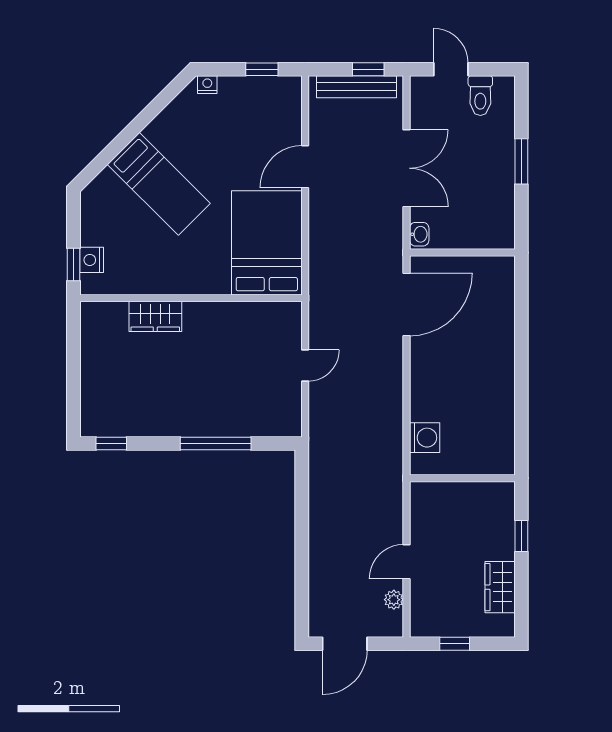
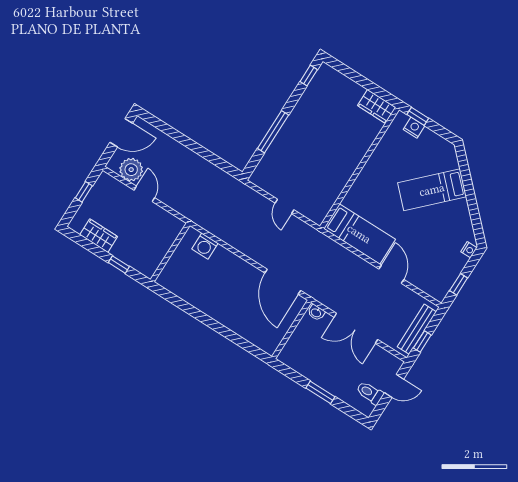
bed: (267, 243) -> (359, 234), width x0.67
wardrobe: (155, 316) -> (377, 106), moved, turned -90
plant: (394, 600) -> (131, 170), width x1.87, depth x1.87
door: (345, 644) -> (121, 133), swing flipped

